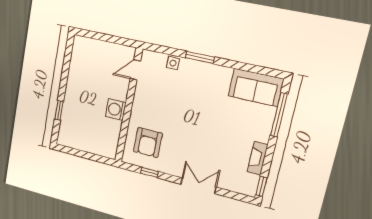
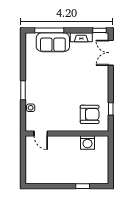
sofa: (256, 87) -> (53, 42), moved, turned 90
washing machine: (116, 110) -> (87, 142), moved
double door: (198, 186) -> (111, 53), moved

